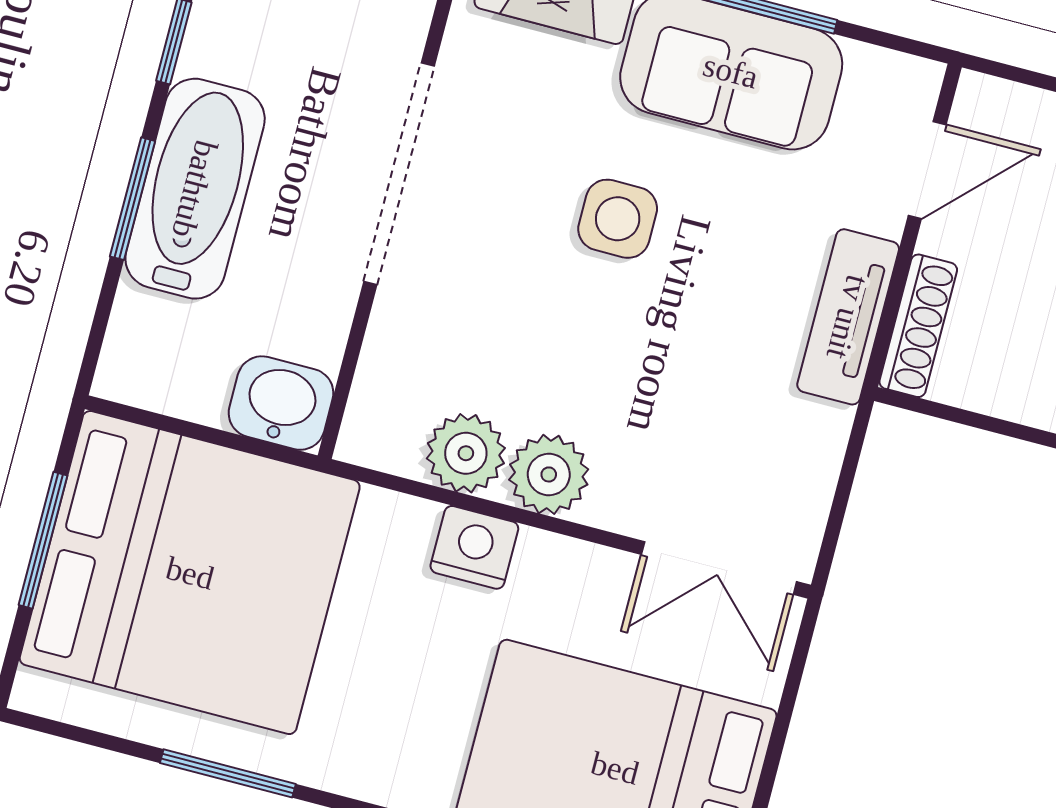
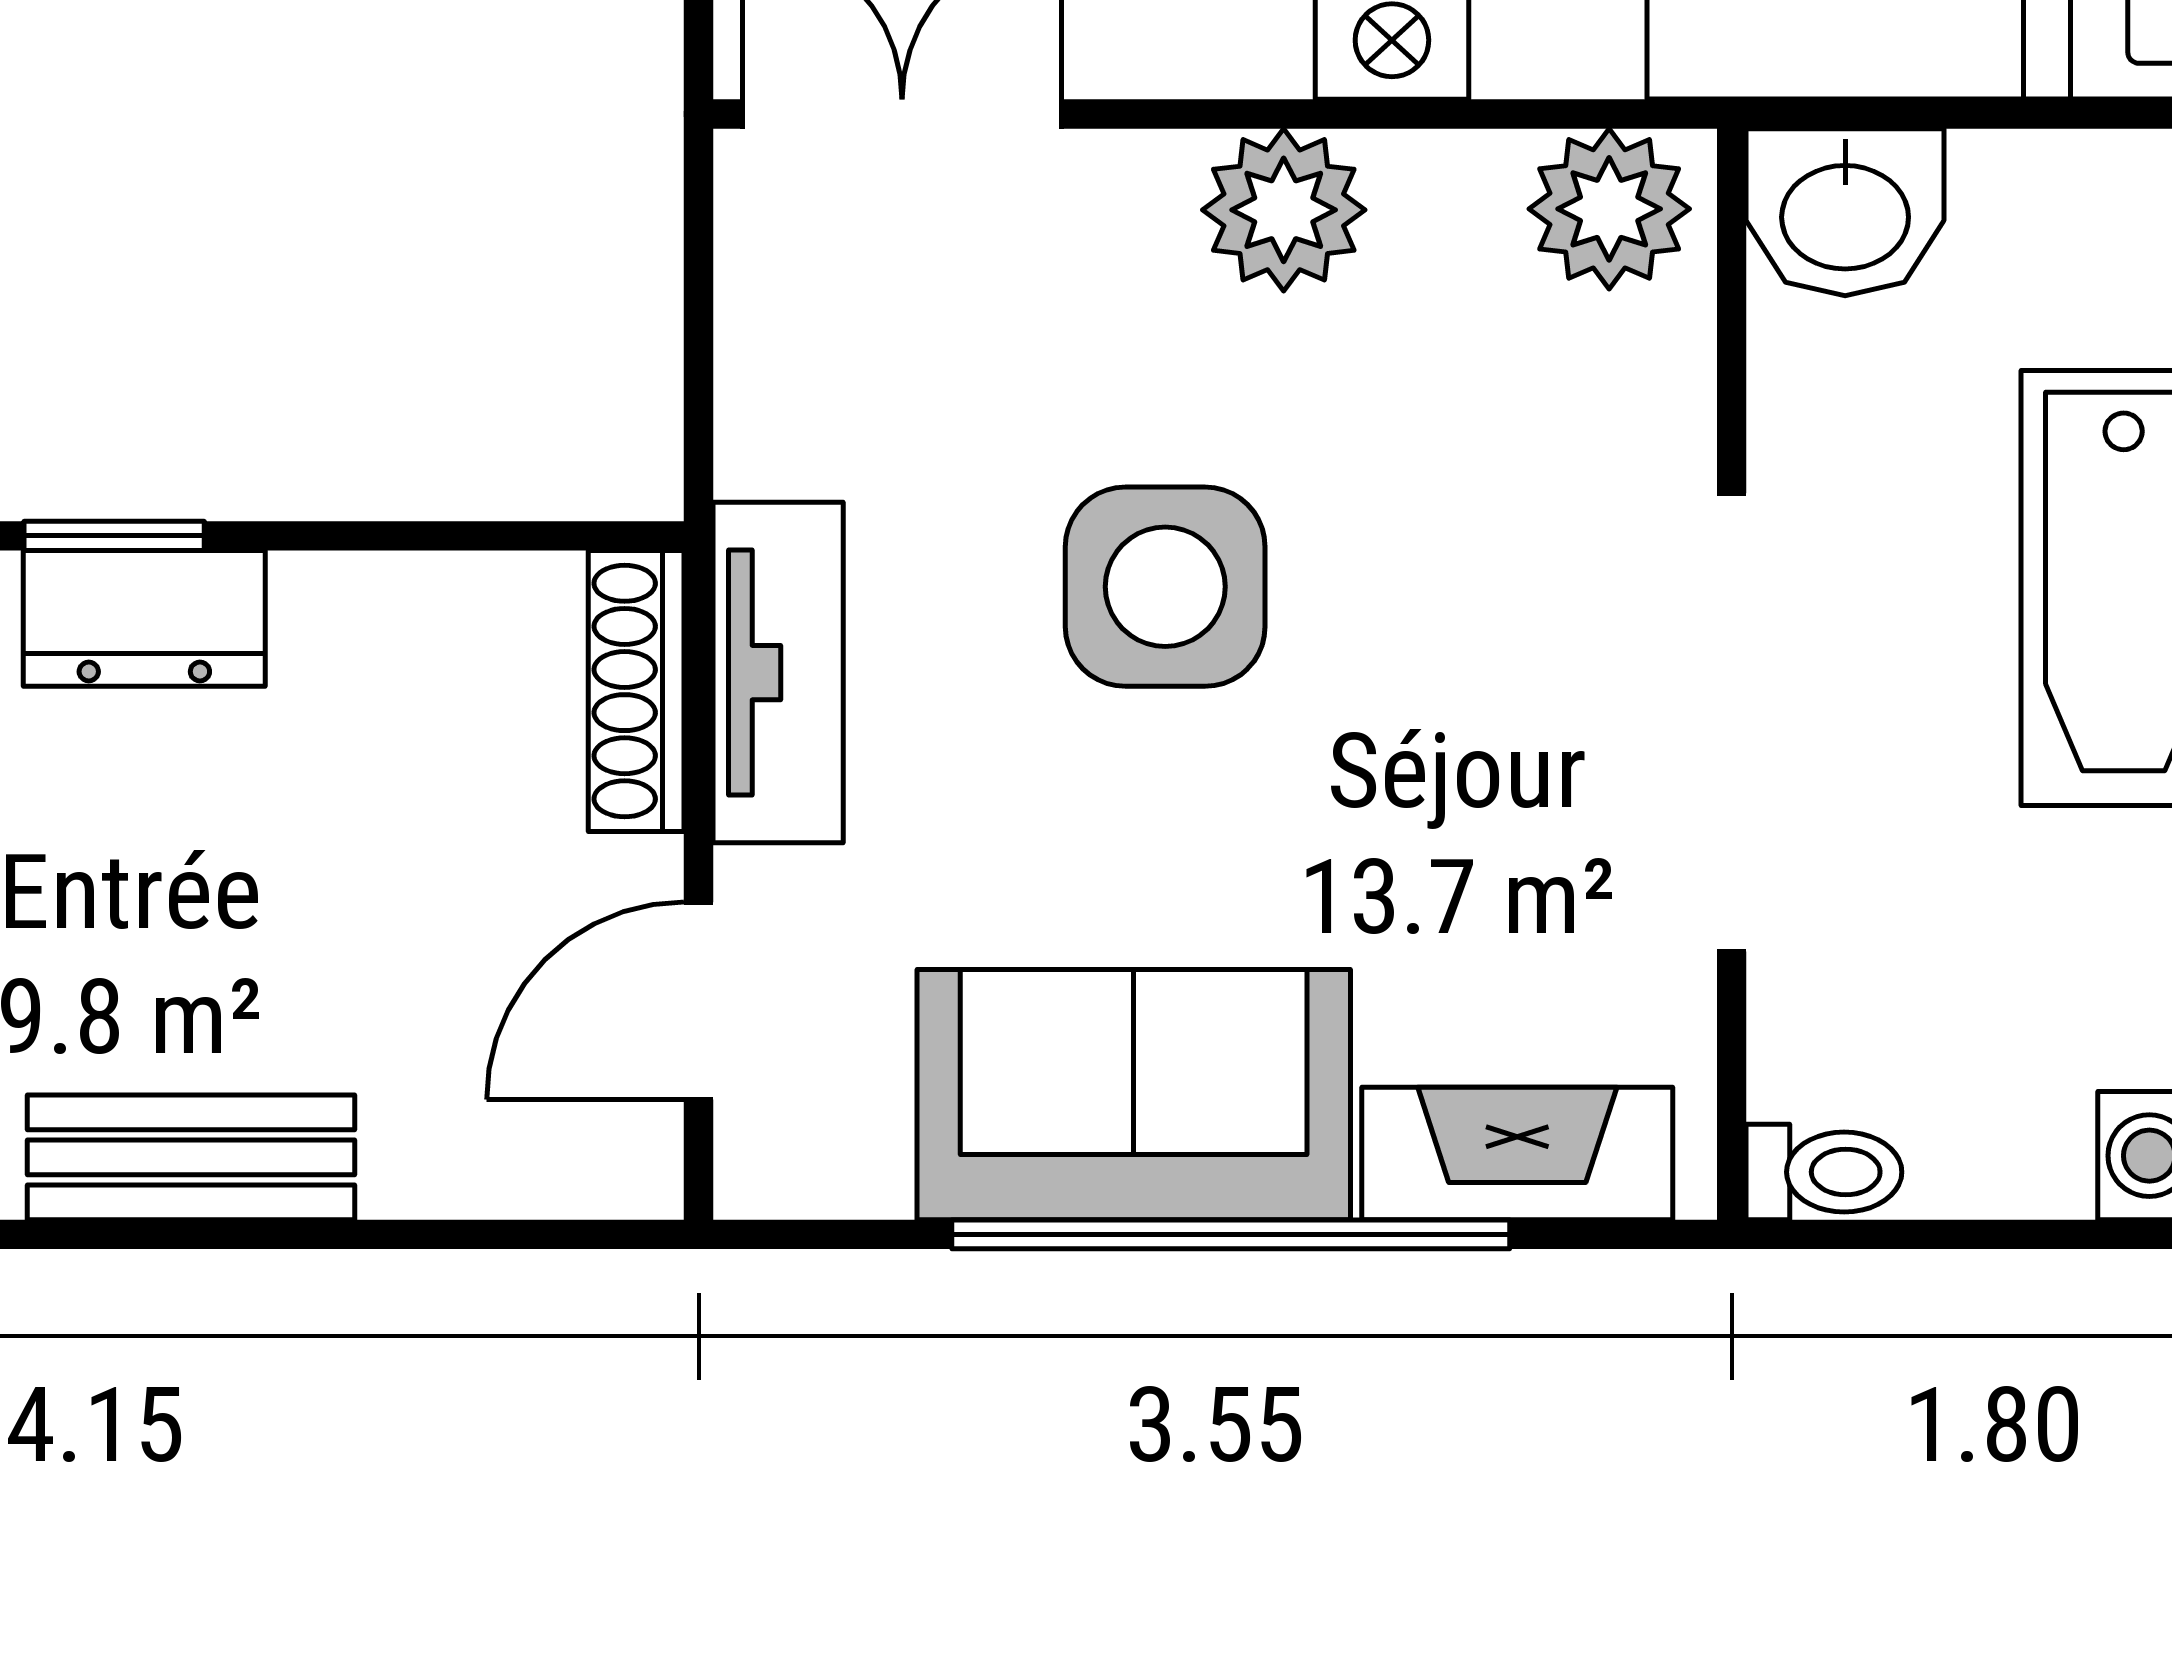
side table: (618, 219) -> (1165, 587), moved, width x1.37, depth x1.37
plant: (466, 453) -> (1609, 209), moved

